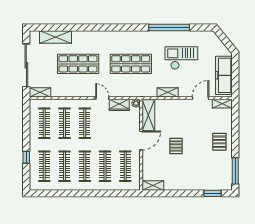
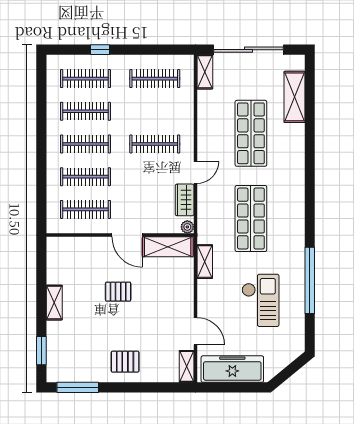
shelving: (168, 92) -> (205, 262), moved
clothes rail: (64, 123) -> (155, 111), removed
shelving: (153, 185) -> (54, 303), moved

